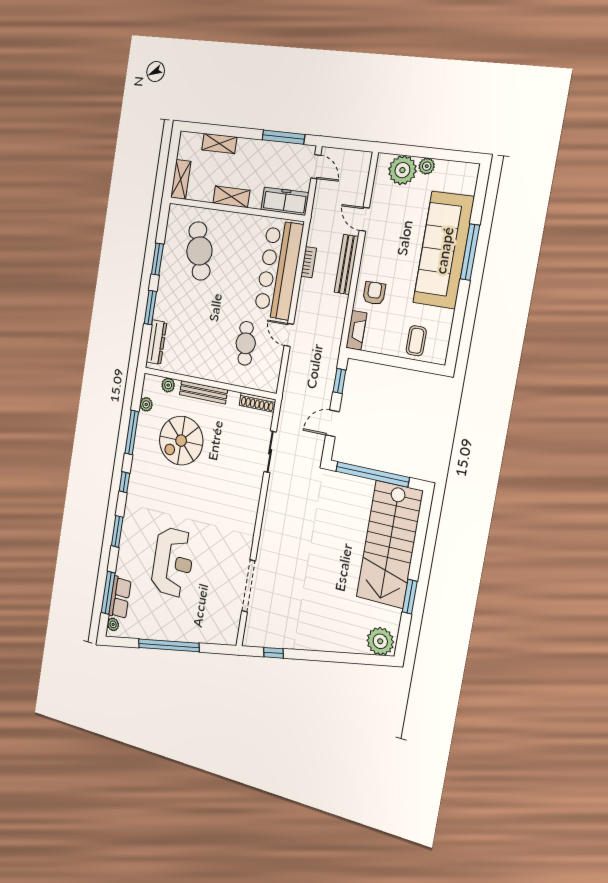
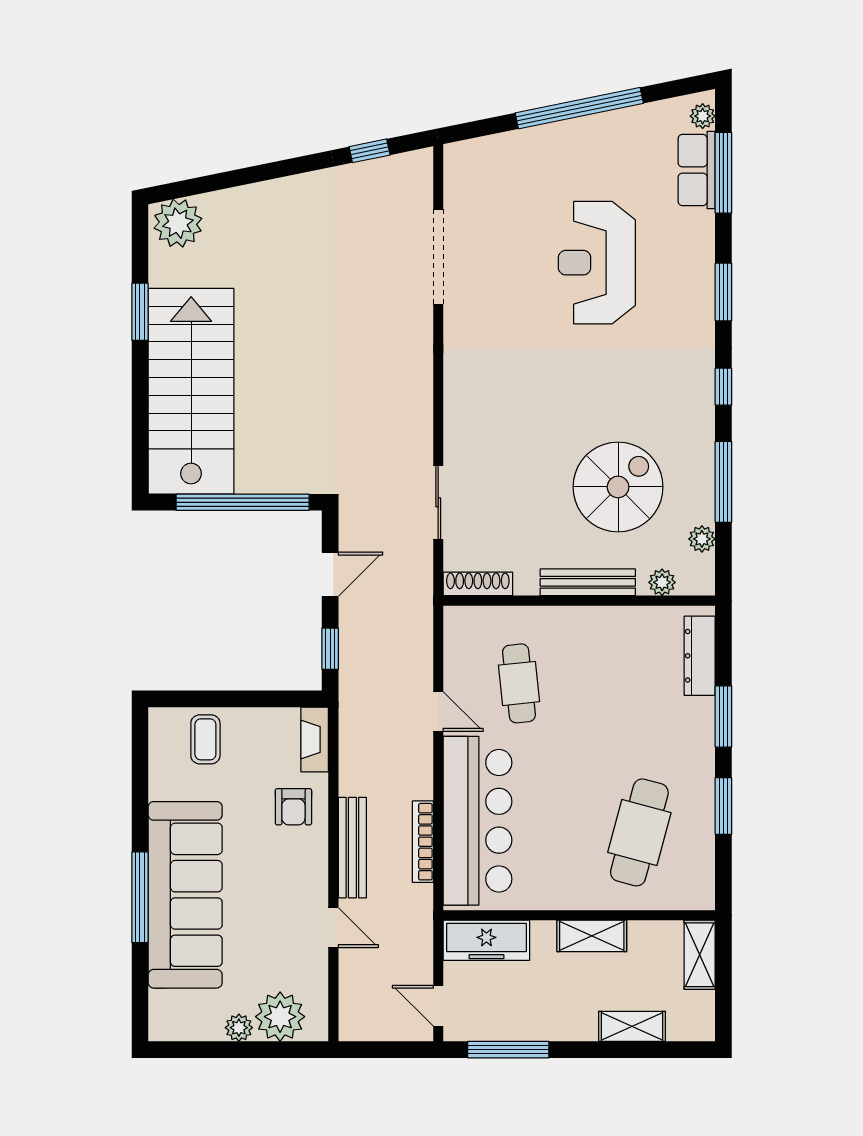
cafe table: (199, 251) -> (639, 832), turned 30
bookcase: (309, 262) -> (423, 842), width x1.56

